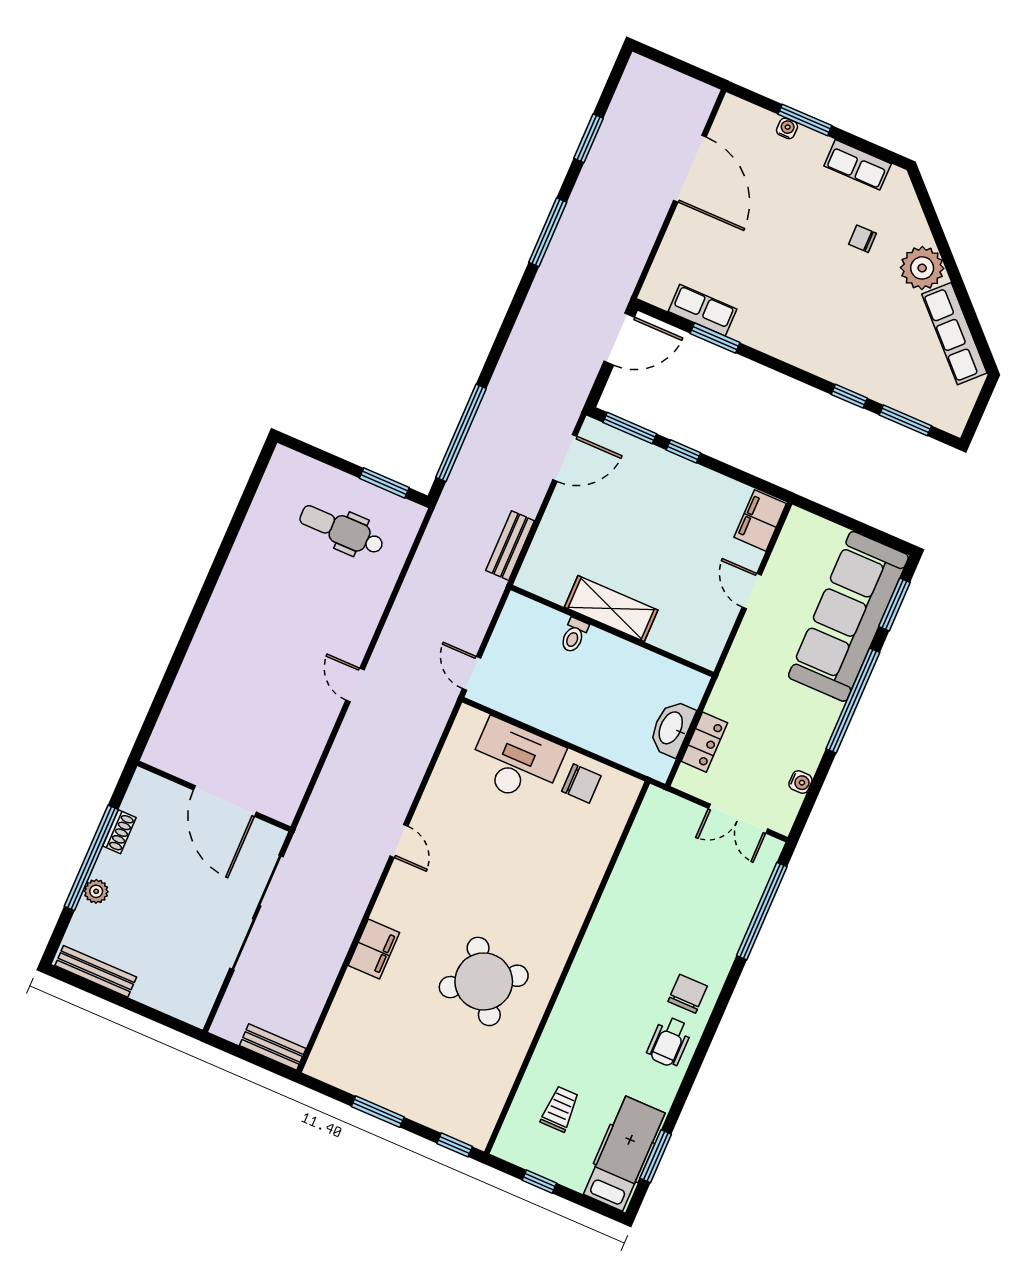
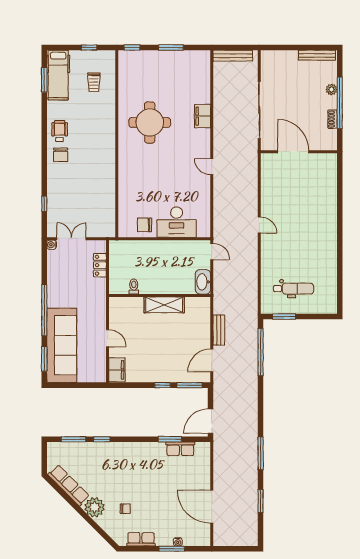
bench: (510, 546) -> (219, 330), moved
toilet: (574, 635) -> (134, 287), moved
washbasin: (672, 728) -> (203, 282), moved, turned 180
water cooler: (800, 782) -> (52, 245), moved
window: (762, 911) -> (44, 204), width x0.32
round table: (484, 981) -> (150, 123), turned 33
bench: (273, 1047) -> (233, 56), width x1.36

